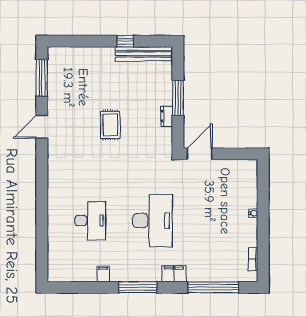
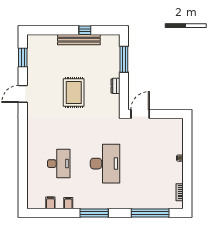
bench: (144, 54) -> (79, 40), moved
window: (42, 78) -> (23, 57), width x0.69
window: (178, 98) -> (124, 59), moved
rug: (110, 125) -> (74, 93), width x1.36, depth x1.43
filing cabinet: (174, 274) -> (50, 203), moved, width x0.50

